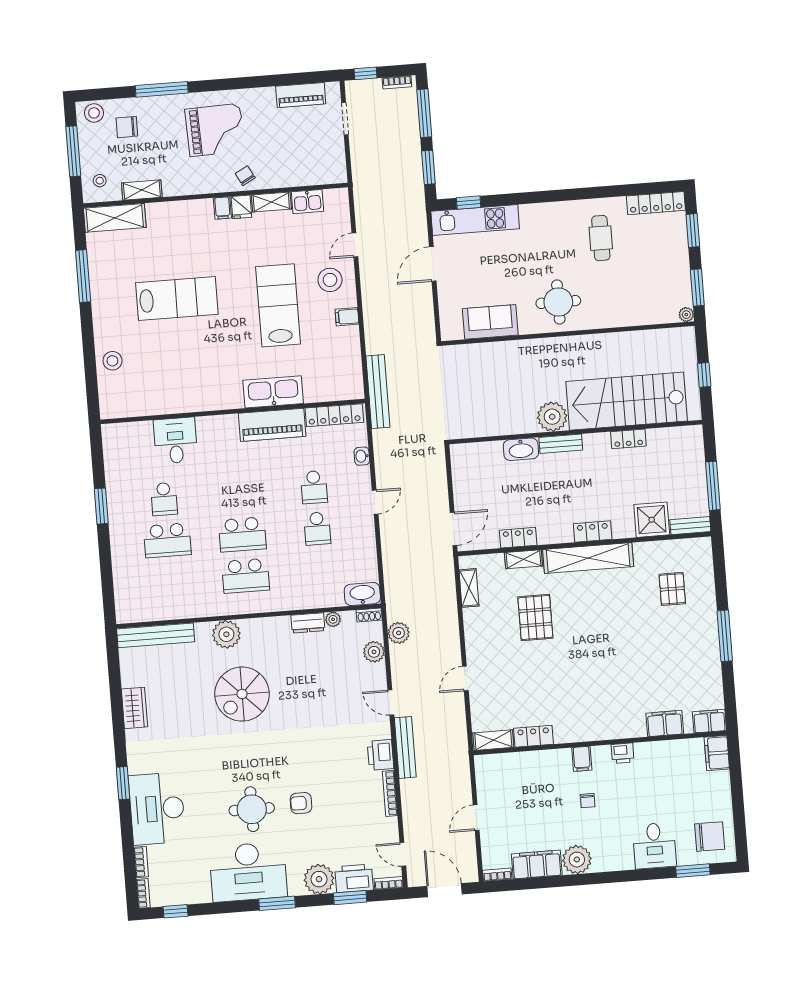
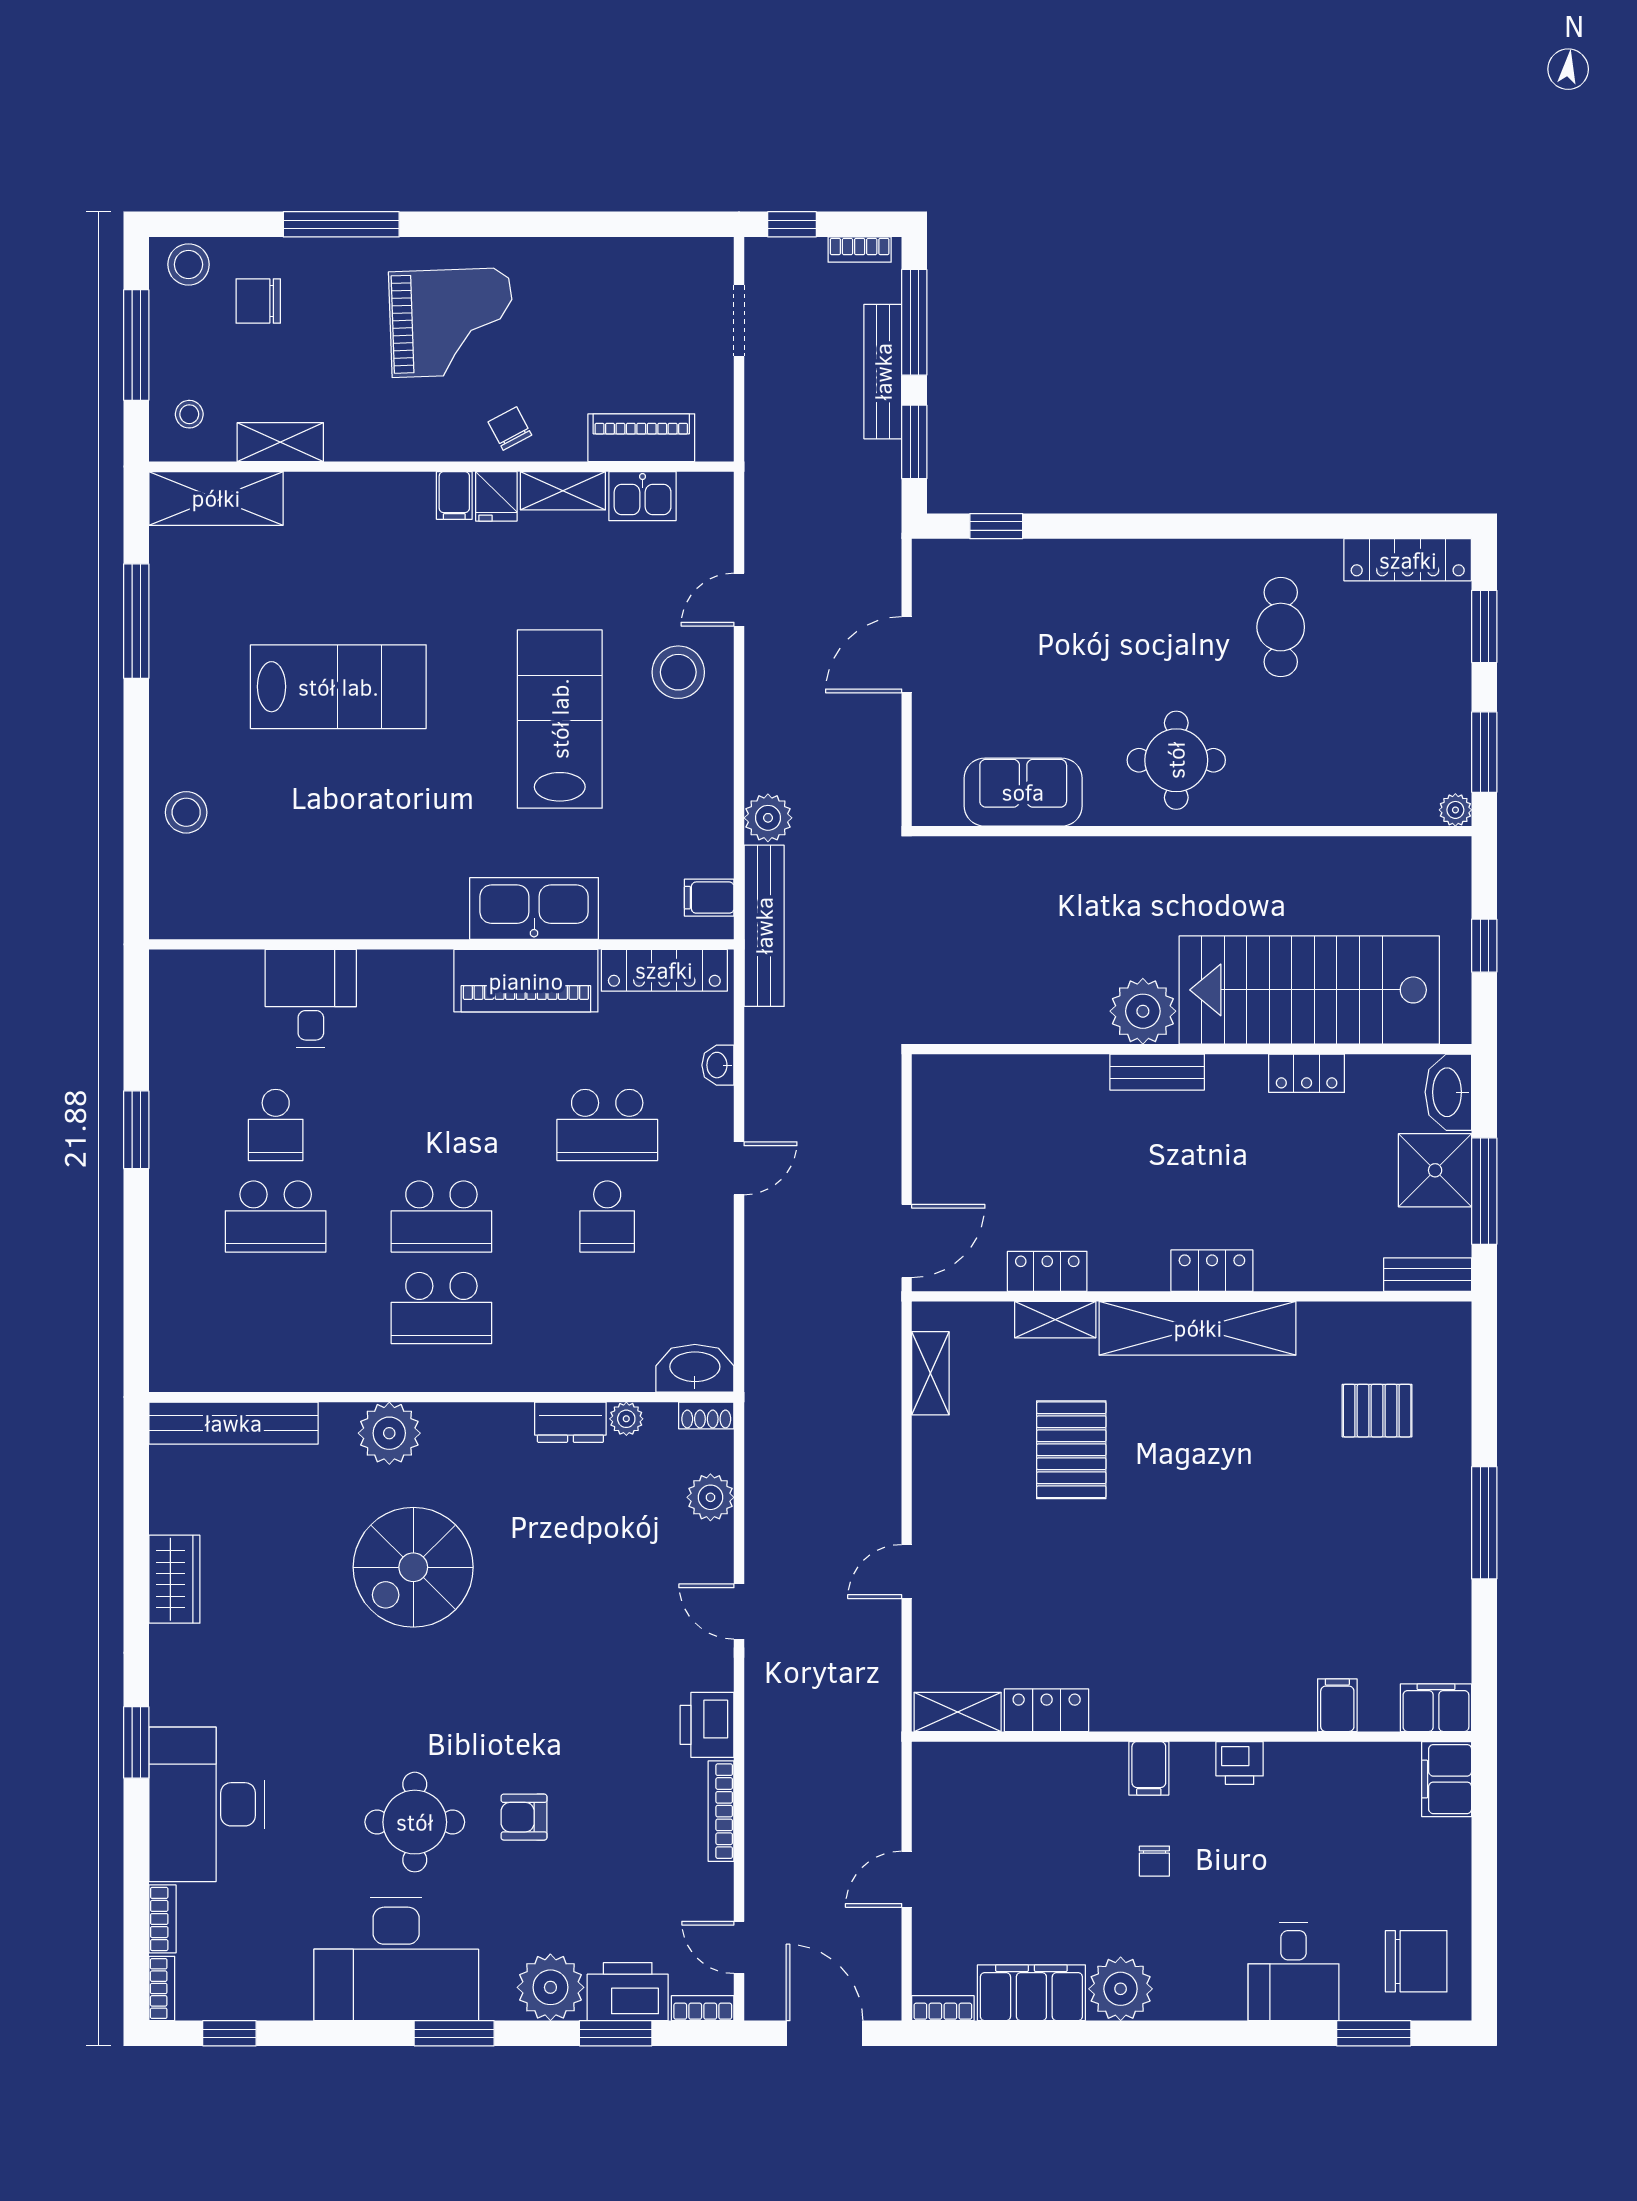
piano: (301, 95) -> (641, 438), moved, turned 180
kitchen unit: (475, 220) -> (1008, 566), removed
filing cabinet: (347, 317) -> (709, 898), moved
washbasin: (521, 449) -> (1448, 1092), moved, turned 90
school desk: (314, 487) -> (607, 1125), width x1.85
shower: (652, 520) -> (1435, 1170), moved
pallet: (672, 589) -> (1377, 1411), turned 90
plant: (399, 633) -> (768, 818), moved
filing cabinet: (665, 724) -> (1337, 1705), width x0.50
bench: (405, 747) -> (883, 372), moved

